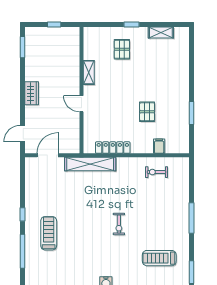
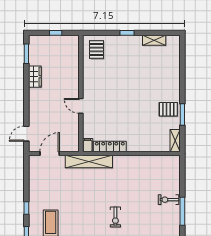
pallet: (122, 49) -> (96, 50), moved
shelving: (89, 72) -> (175, 141), moved
wardrobe: (32, 93) -> (35, 77), moved
pallet: (147, 112) -> (168, 109), moved, turned 90
filing cabinet: (159, 146) -> (88, 145), moved
exercise bike: (157, 172) -> (168, 200), moved

